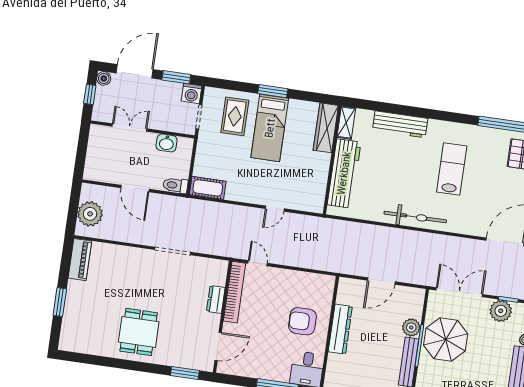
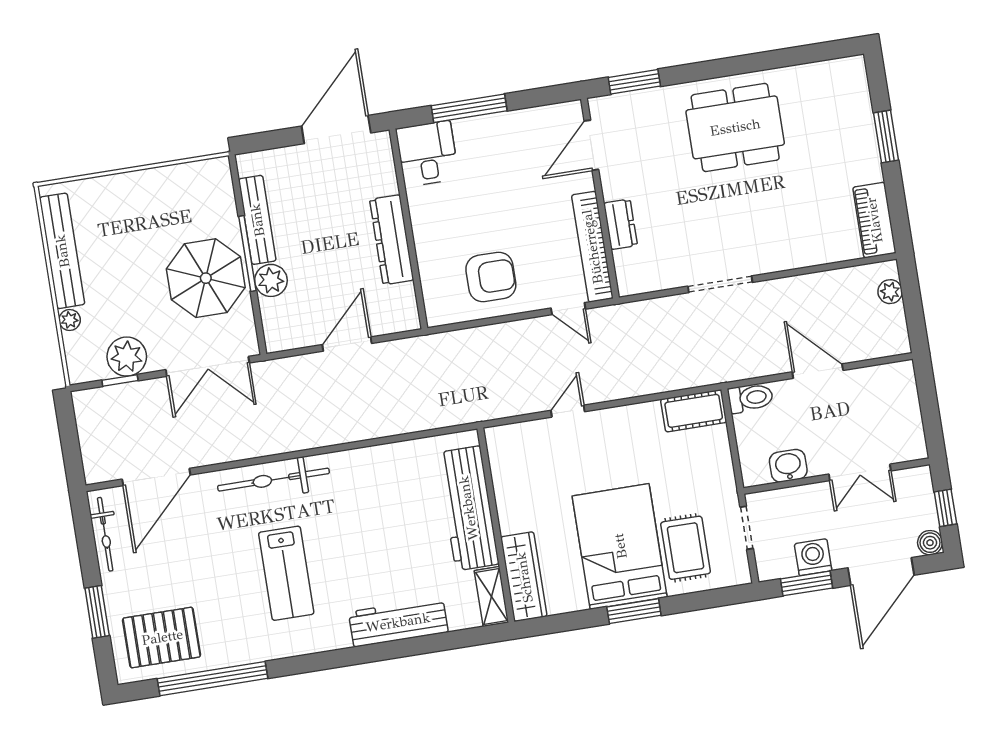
washing machine: (192, 93) -> (813, 557), moved
bed: (270, 128) -> (620, 546), width x1.50
plant: (90, 214) -> (890, 292), width x0.53, depth x0.53
bicycle: (415, 217) -> (273, 480), moved
armchair: (302, 321) -> (491, 277), moved
dining table: (139, 332) -> (735, 127), width x1.38

